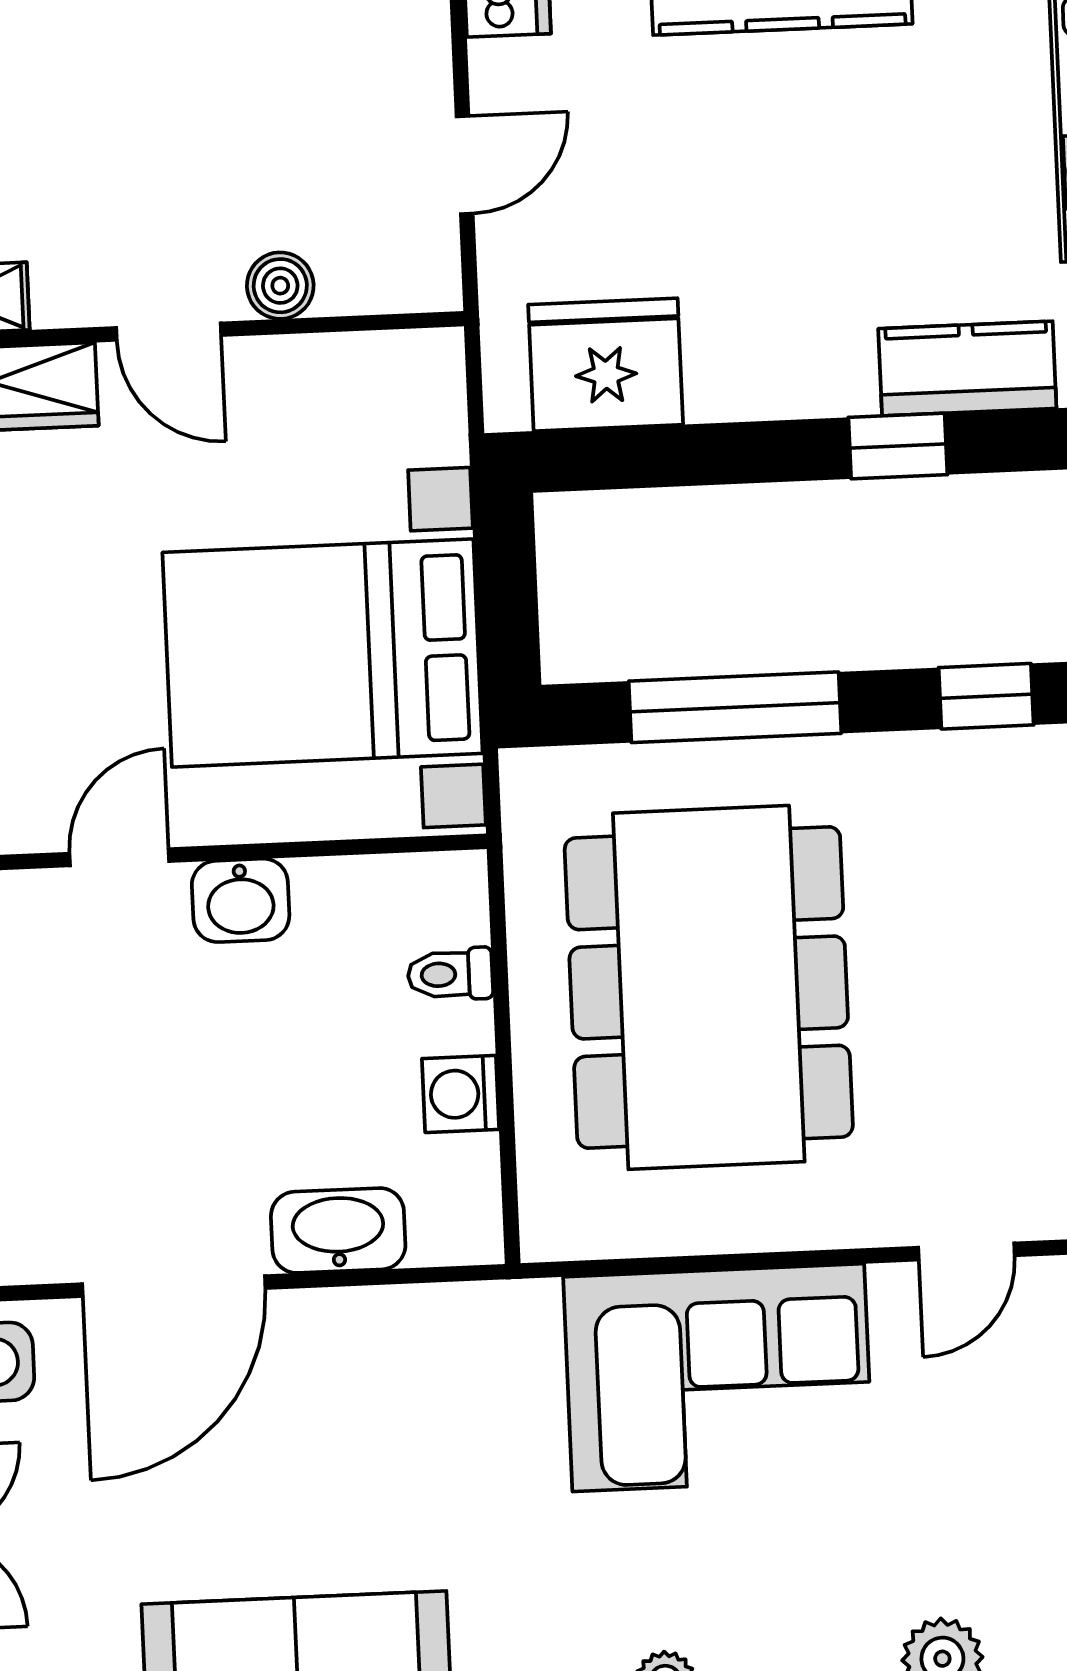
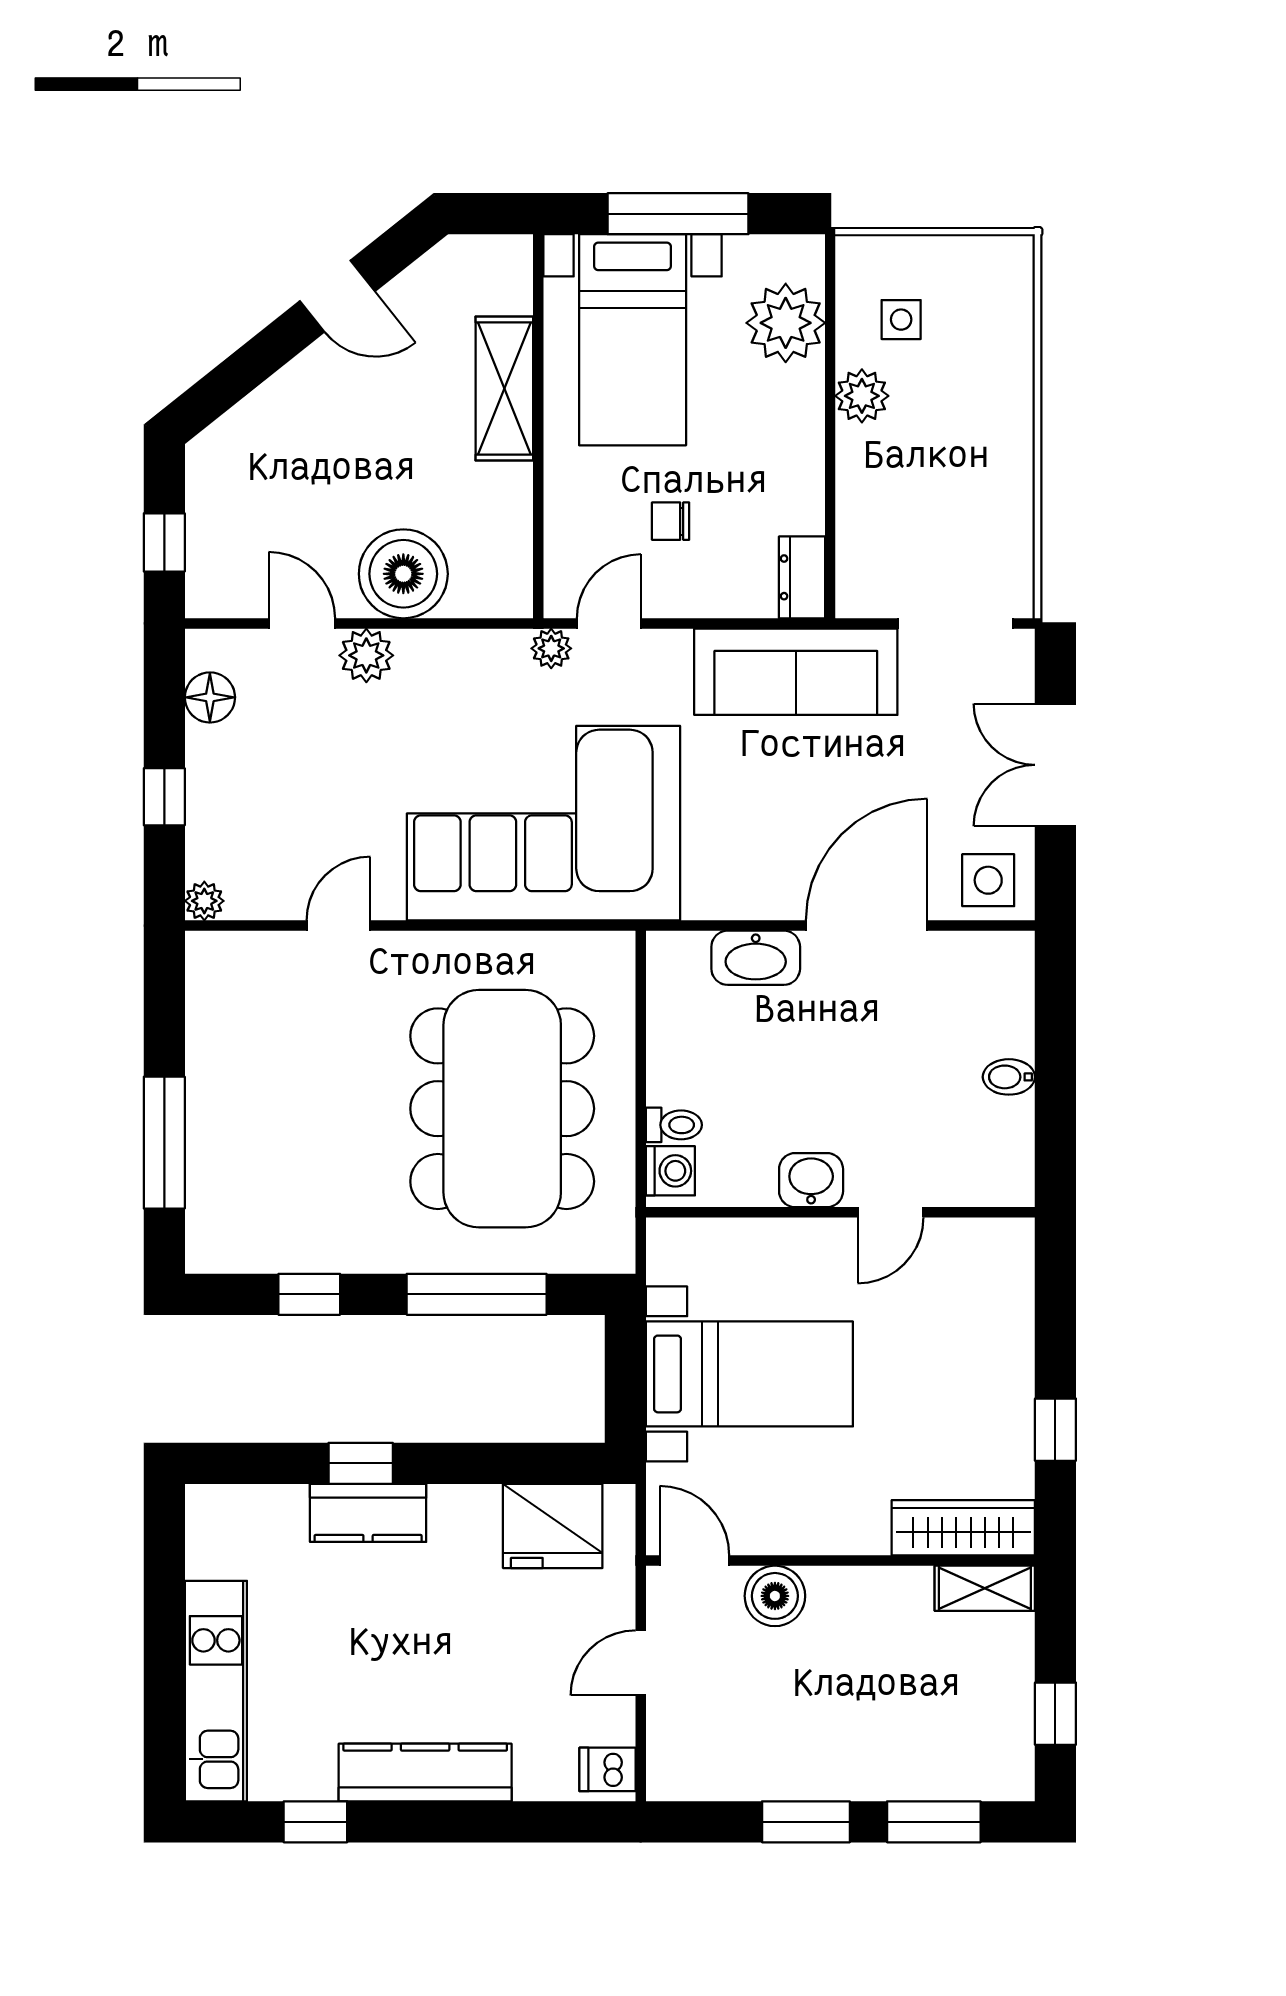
boiler: (280, 286) -> (775, 1596), width x1.36, depth x1.36
door: (169, 332) -> (694, 1561), moved
kitchen counter: (967, 368) -> (368, 1513), moved
bed with nightstands: (323, 653) -> (749, 1374), width x0.73
washing machine: (461, 1094) -> (670, 1171), moved
corner sofa: (718, 1378) -> (543, 823), width x1.36, depth x1.36

